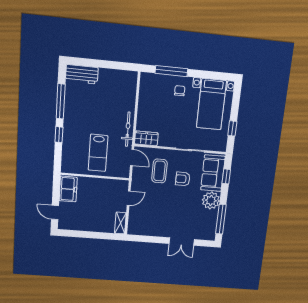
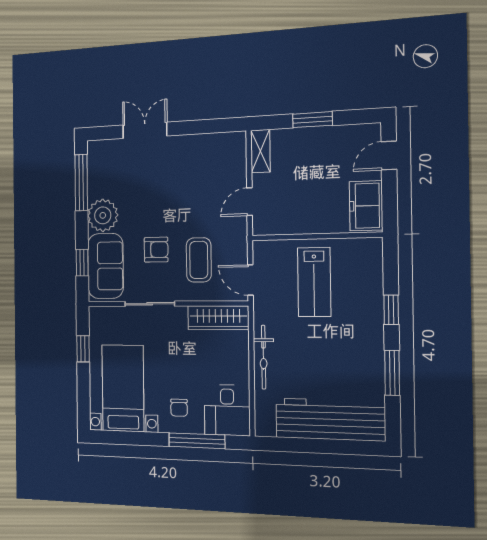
workbench: (82, 74) -> (330, 419), width x1.88, depth x1.32
desk: (152, 87) -> (227, 410), added
window: (61, 101) -> (392, 373), width x0.69
bicycle: (128, 129) -> (264, 357), moved
wardrobe: (146, 138) -> (218, 318), width x1.50
lab bench: (98, 153) -> (314, 282), turned 180
door: (55, 212) -> (389, 155), swing flipped
window: (92, 235) -> (313, 120), added

